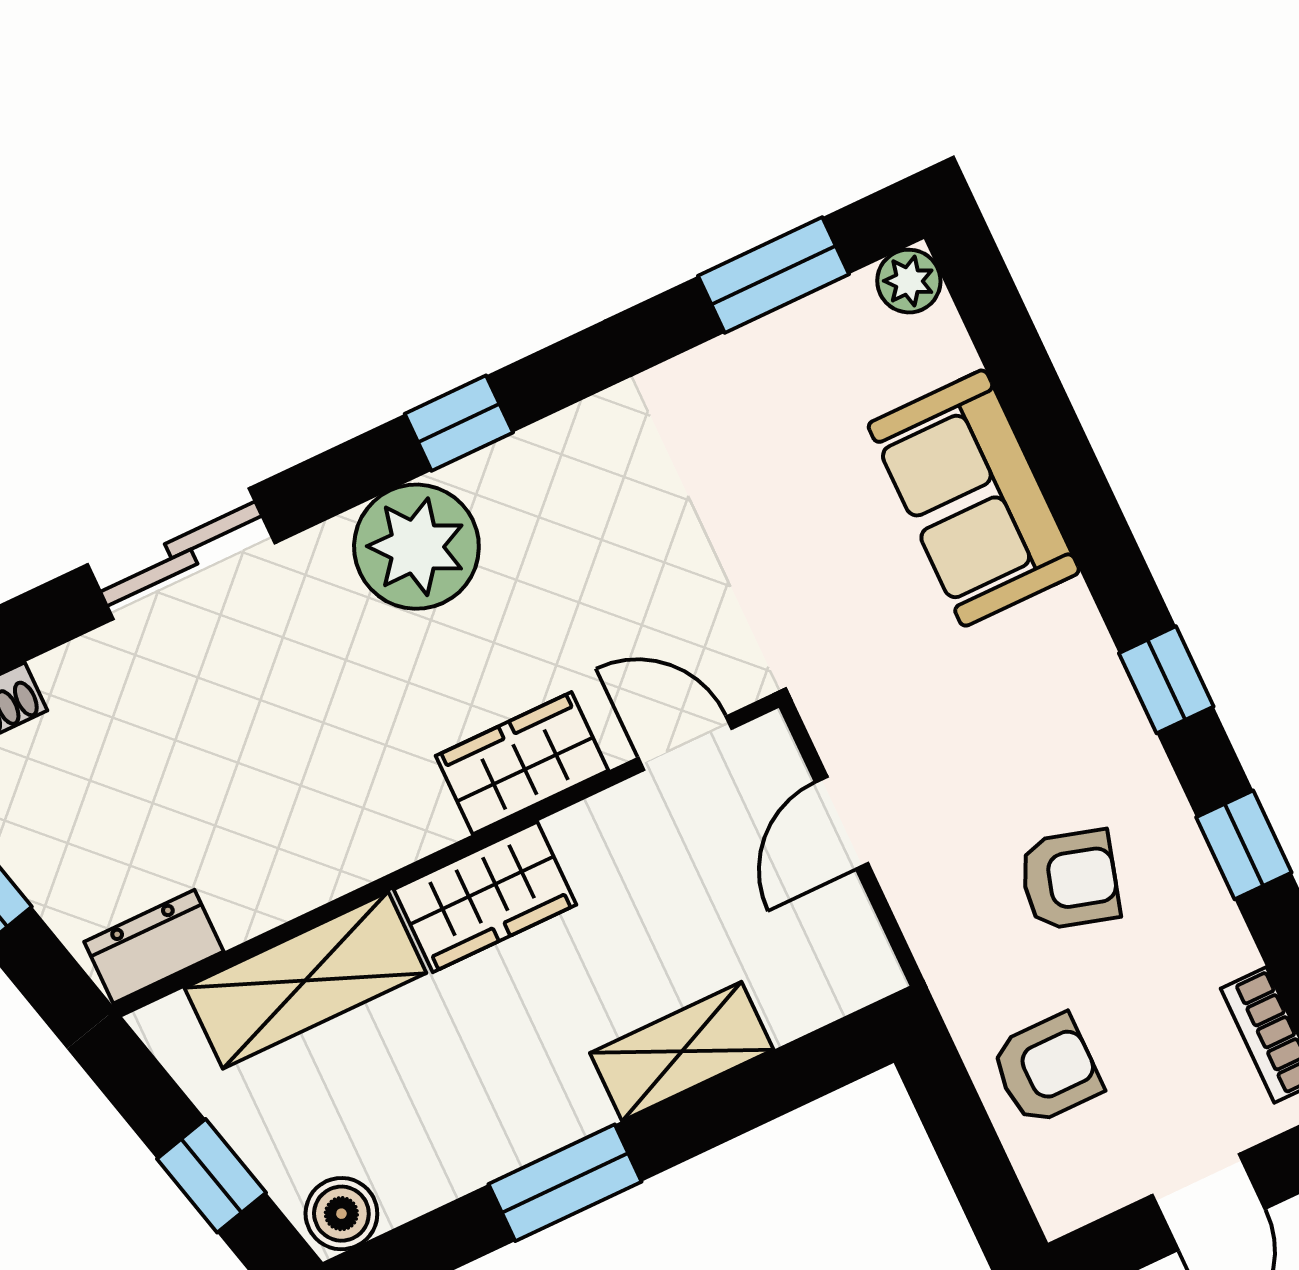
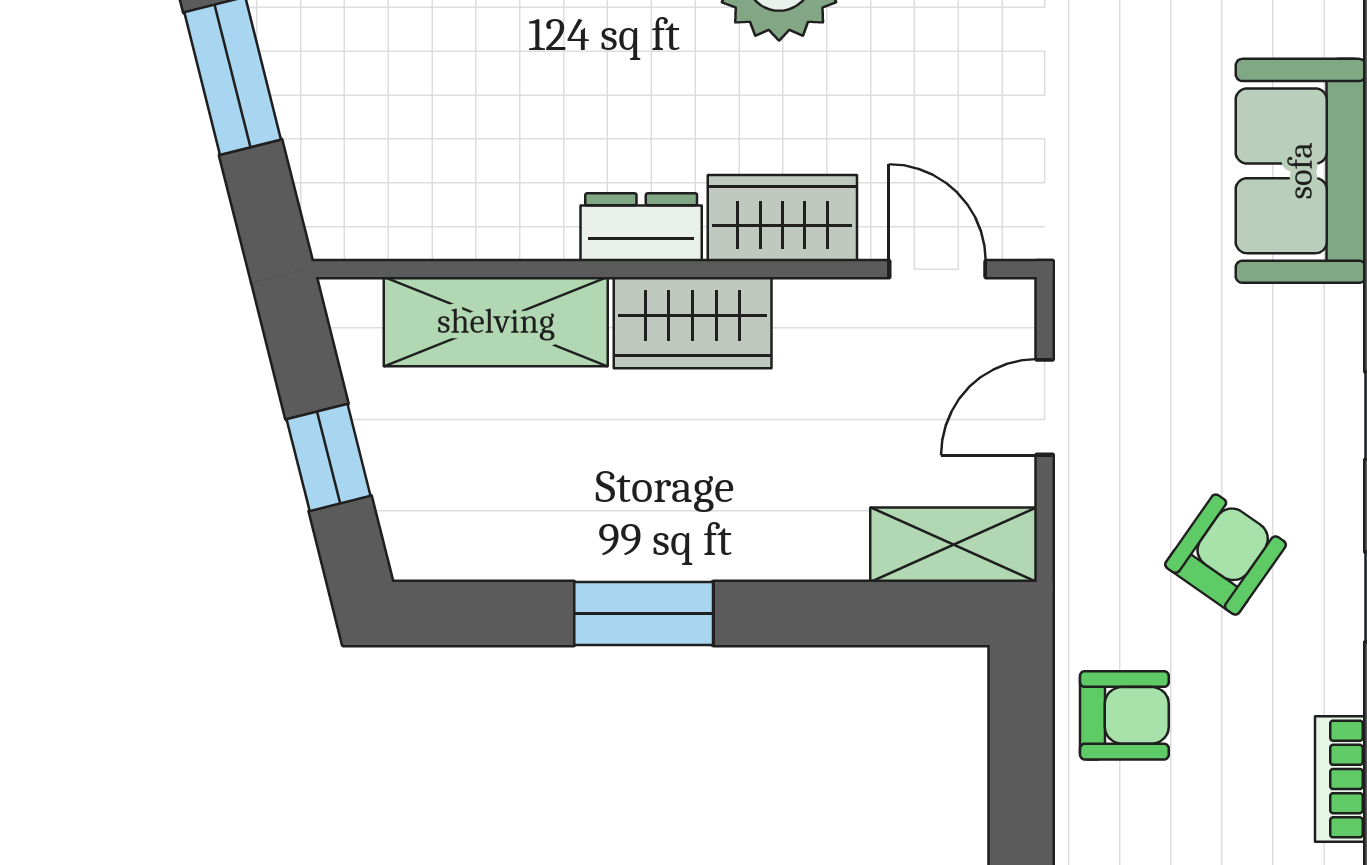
armchair: (1070, 880) -> (1226, 555), turned -71
dresser: (154, 947) -> (641, 227), moved
shelving: (682, 1051) -> (954, 545), moved
boiler: (341, 1214) -> (429, 547), removed

